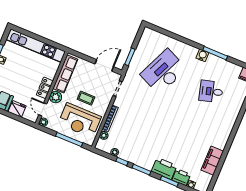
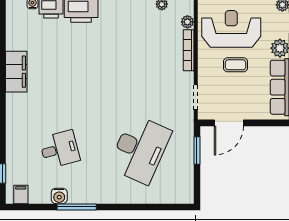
water cooler: (202, 55) -> (59, 196), moved
filing cabinet: (212, 161) -> (16, 72), moved

